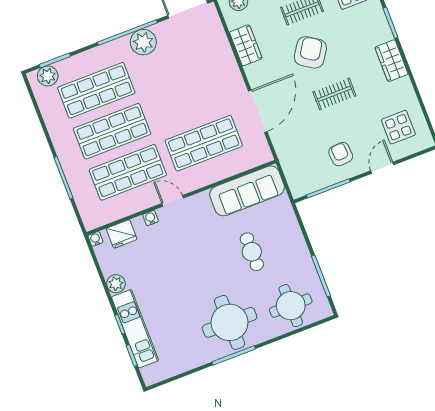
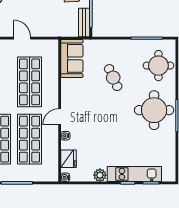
door: (258, 111) -> (22, 38), width x0.53
bench: (310, 185) -> (84, 23), added
sofa: (247, 191) -> (72, 58), width x0.73
cafe table: (252, 252) -> (113, 78), turned 65

